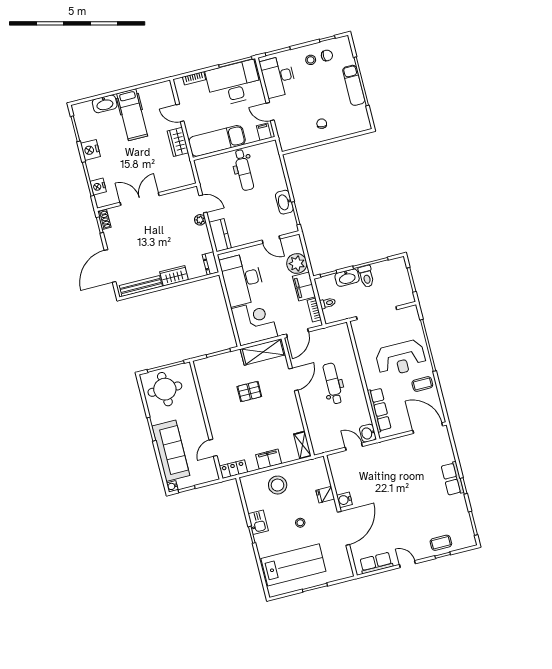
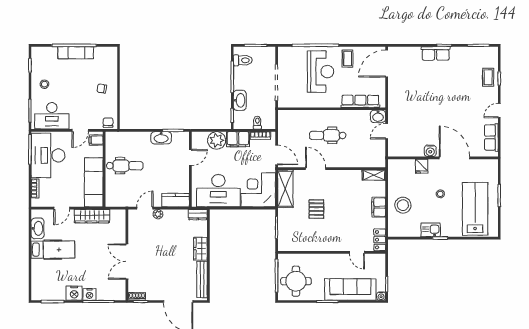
chair: (327, 56) -> (108, 123), moved
washbasin: (105, 104) -> (38, 228), moved
wardrobe: (178, 142) -> (92, 216), width x1.50
nightstand: (98, 187) -> (89, 294), moved
toilet: (366, 276) -> (243, 60), moved

